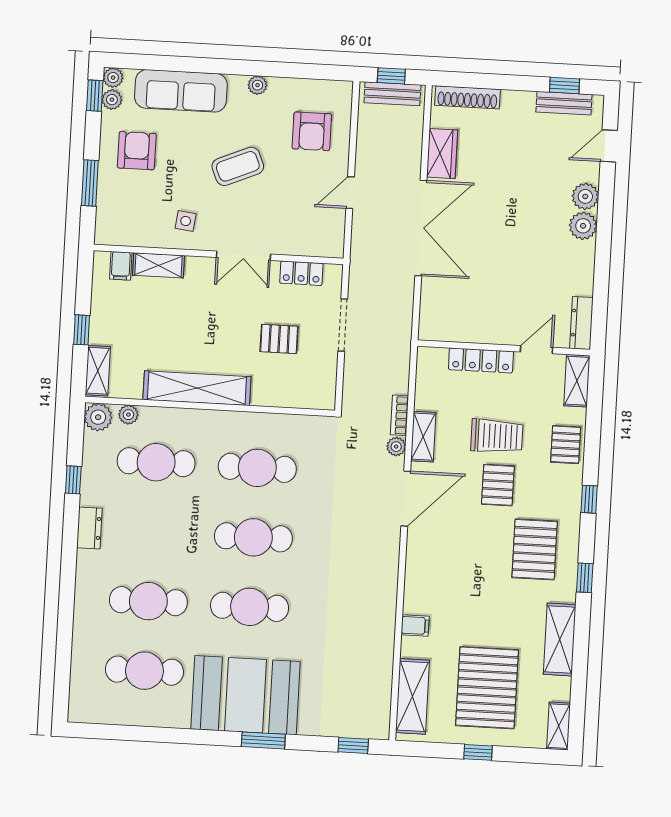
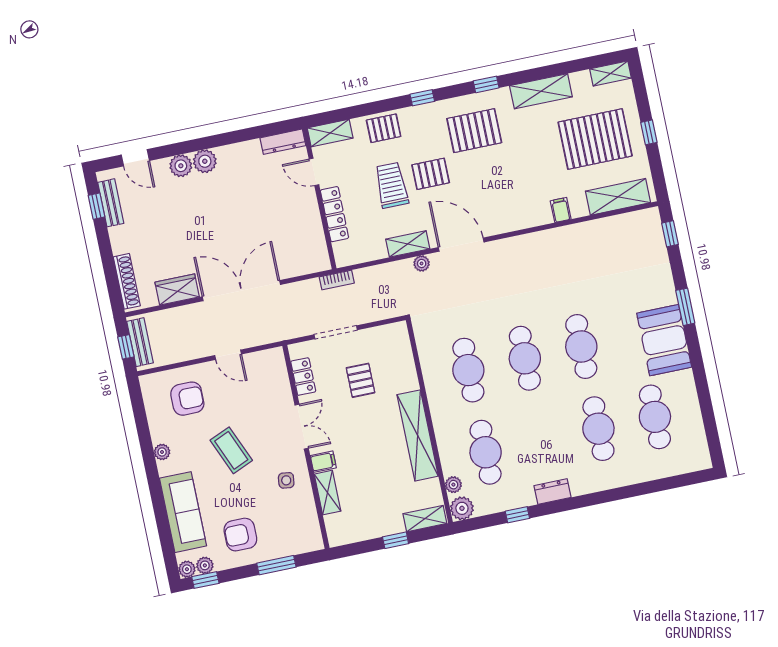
filing cabinet: (121, 266) -> (323, 462), moved
bookcase: (399, 415) -> (337, 280), moved
booth: (245, 695) -> (664, 340), width x0.73, depth x0.70

